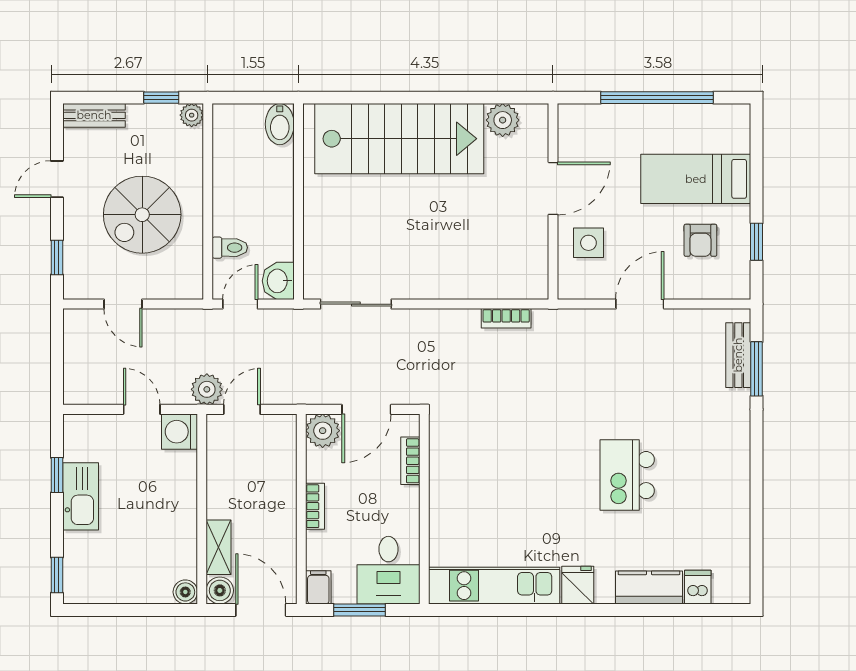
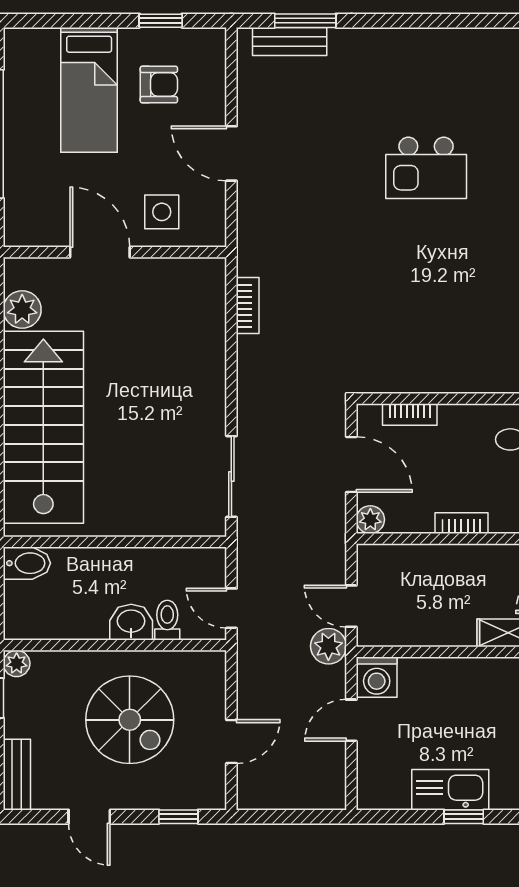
washbasin: (278, 281) -> (131, 622), moved, turned 180
plant: (323, 431) -> (370, 520), width x0.73, depth x0.73
window: (57, 475) -> (464, 817), moved

